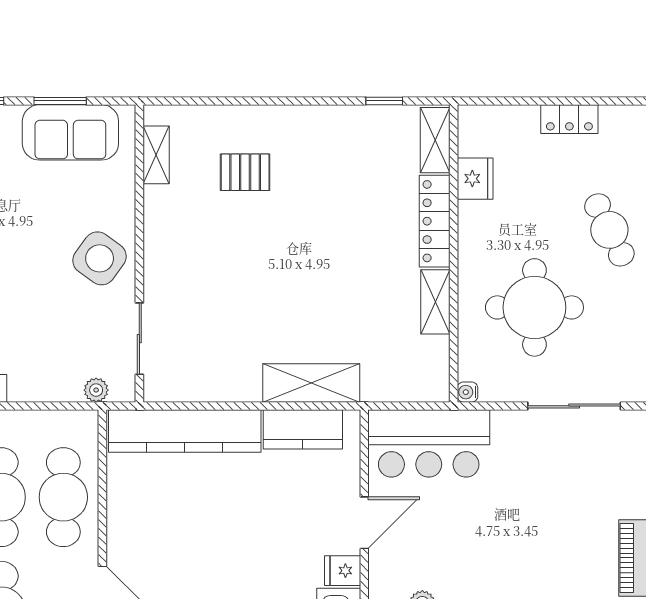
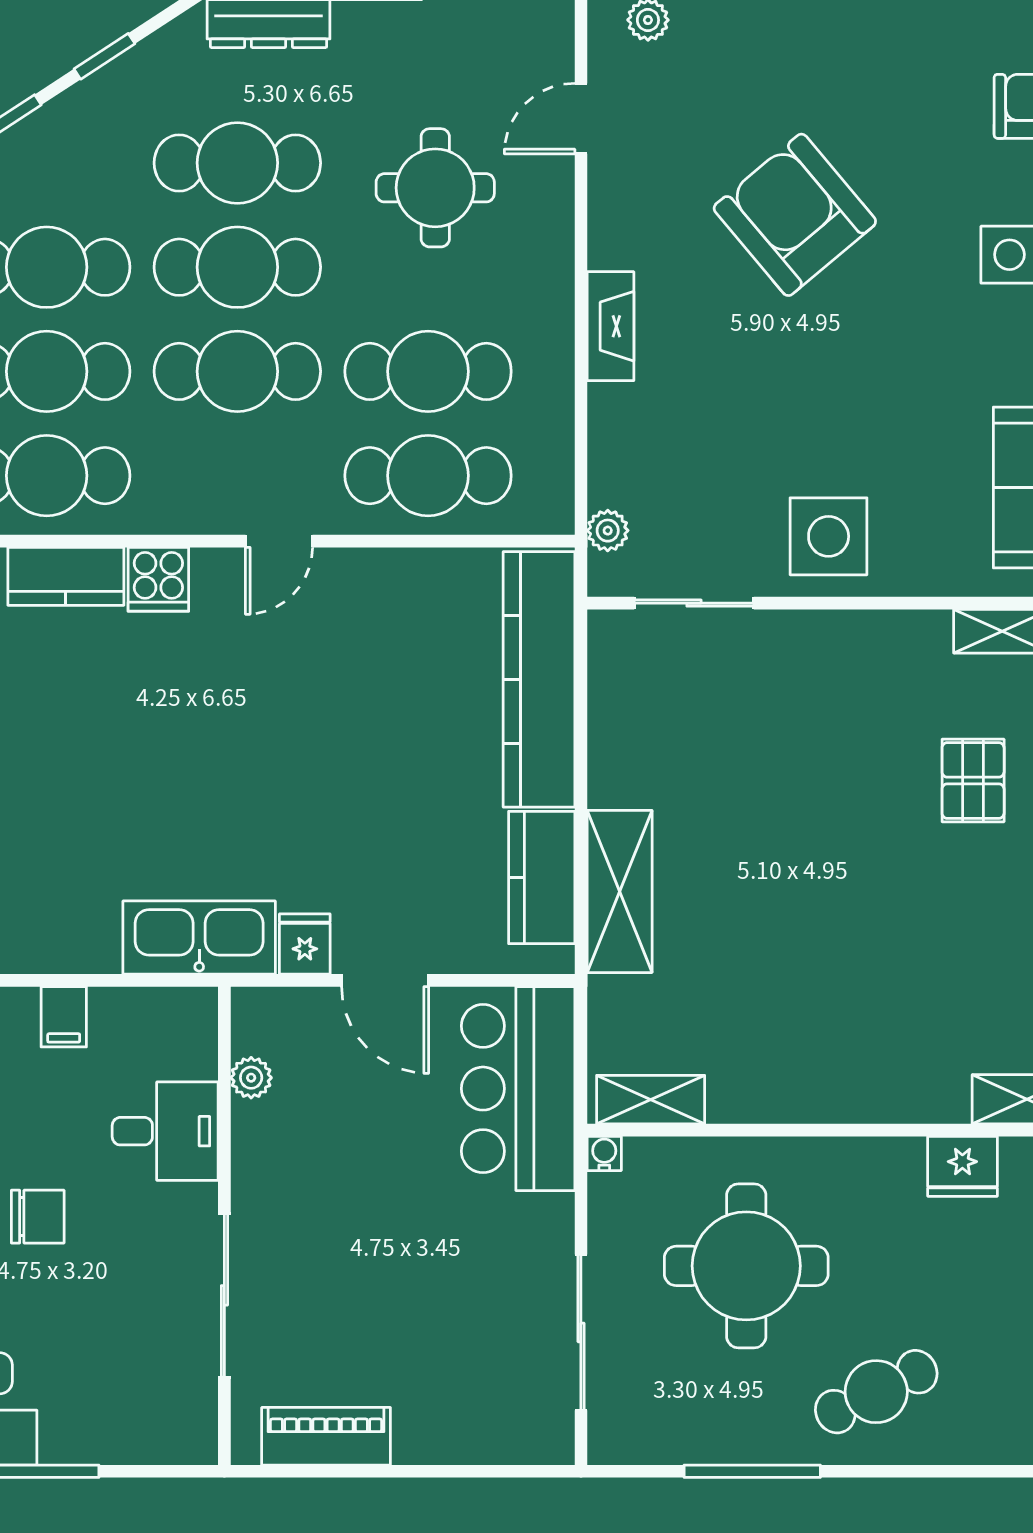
locker: (435, 221) -> (891, 1098), removed
side table: (100, 258) -> (829, 536), turned -36
shelving: (435, 302) -> (651, 1100), moved

